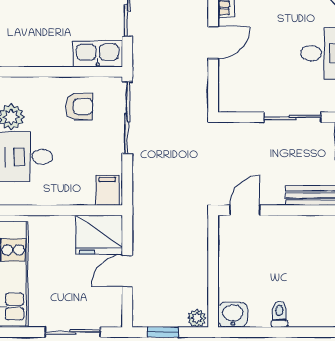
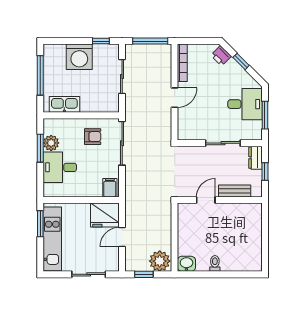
kitchen sink: (98, 54) -> (64, 104), moved
door: (245, 210) -> (206, 200), moved
plant: (197, 318) -> (160, 261), width x1.87, depth x1.87

